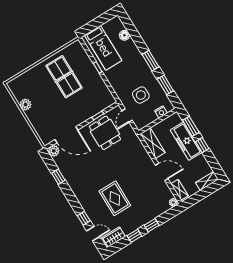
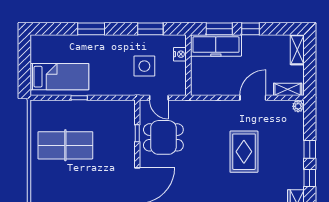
floor lamp: (124, 35) -> (60, 42), removed
window: (150, 61) -> (91, 29), moved
freezer: (186, 141) -> (216, 45), moved
shelving: (153, 143) -> (211, 87), removed
rug: (115, 198) -> (244, 152), moved, turned 90

